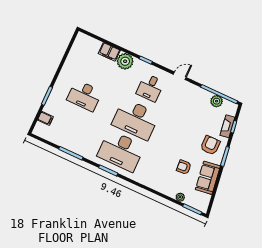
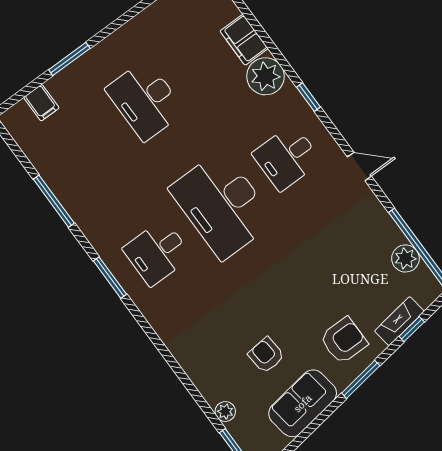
desk: (121, 151) -> (157, 252), width x0.53, depth x0.77

